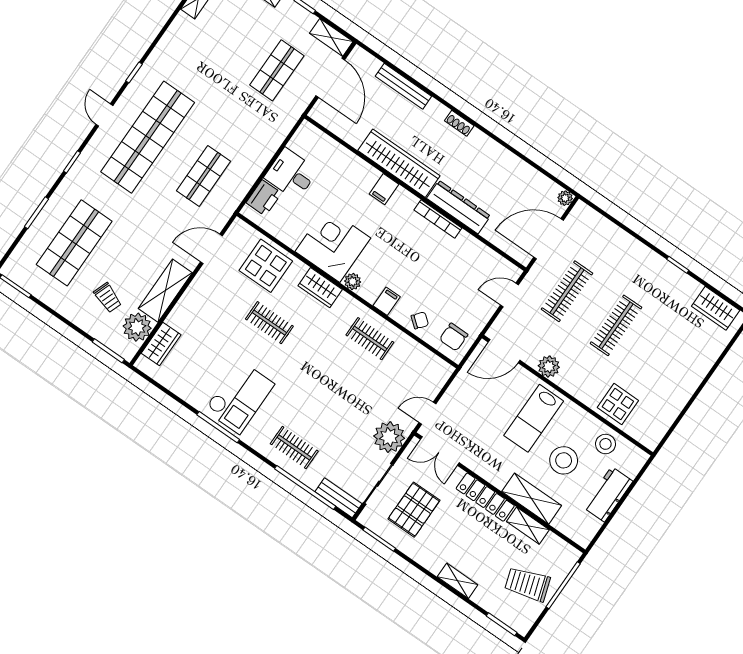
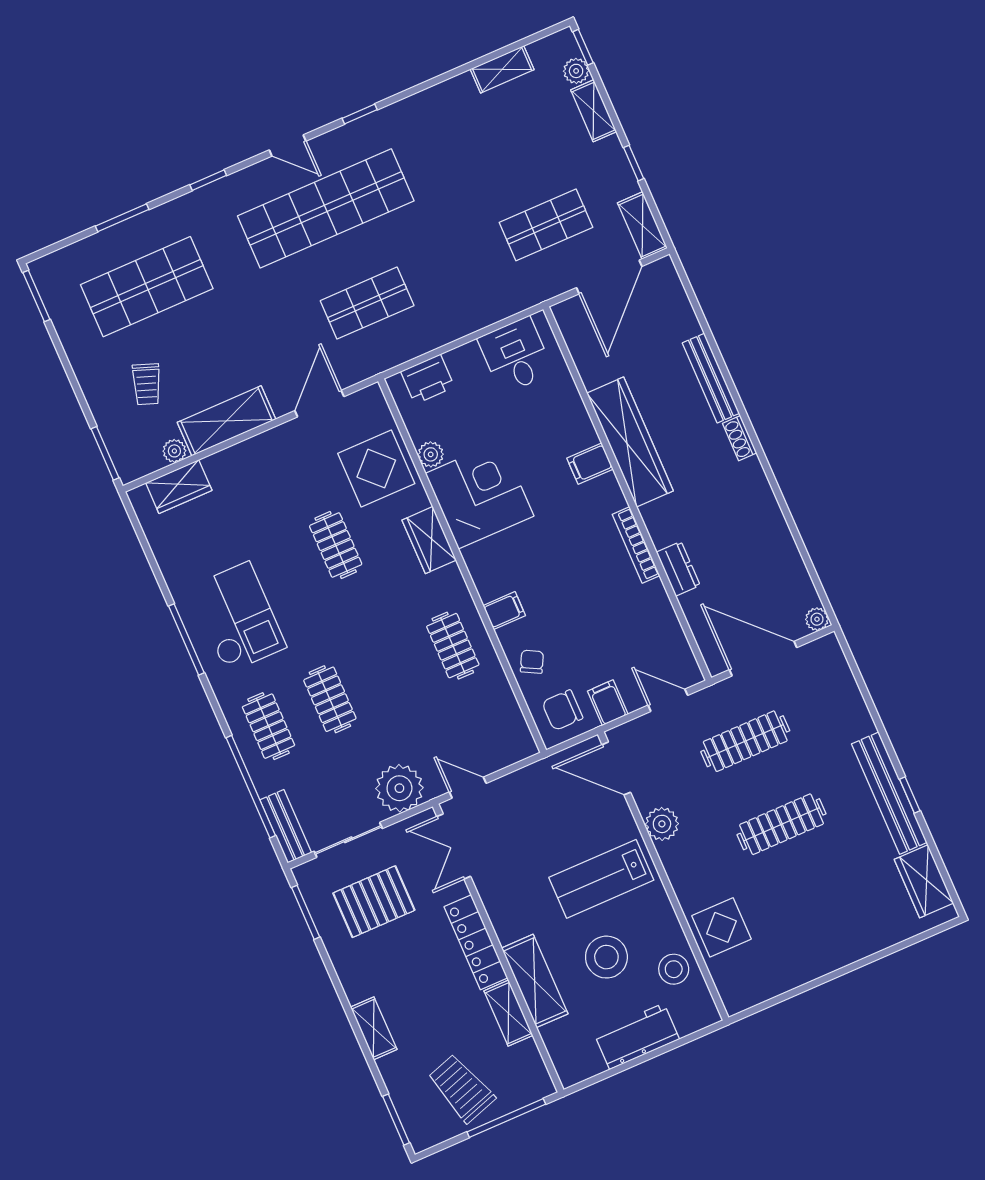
bench: (403, 86) -> (711, 378), moved
door: (104, 115) -> (288, 145), swing flipped
desk: (291, 174) -> (516, 355), moved
dresser: (458, 207) -> (678, 569), width x0.51, depth x0.80
door: (211, 249) -> (319, 404), hinge flipped
bench: (666, 271) -> (889, 793), added
plant: (353, 281) -> (431, 454), moved
filing cabinet: (476, 317) -> (608, 703), added
chair: (420, 320) -> (532, 662), turned -101
plant: (137, 327) -> (174, 451), width x0.53, depth x0.53
checkout: (239, 397) -> (238, 617), turned -90
clothes rail: (319, 411) -> (330, 699), added

